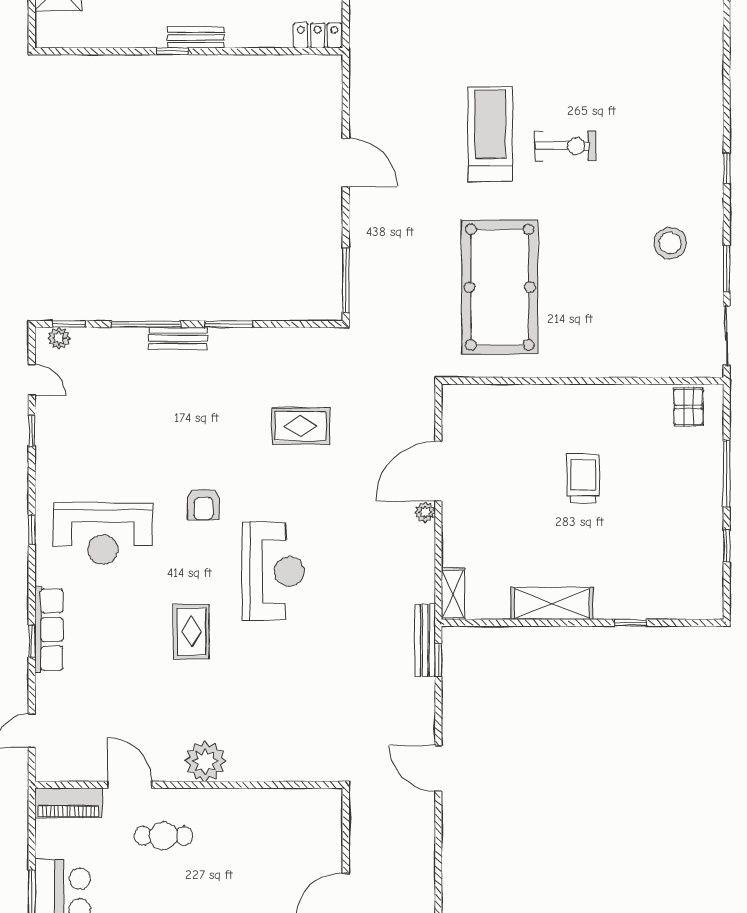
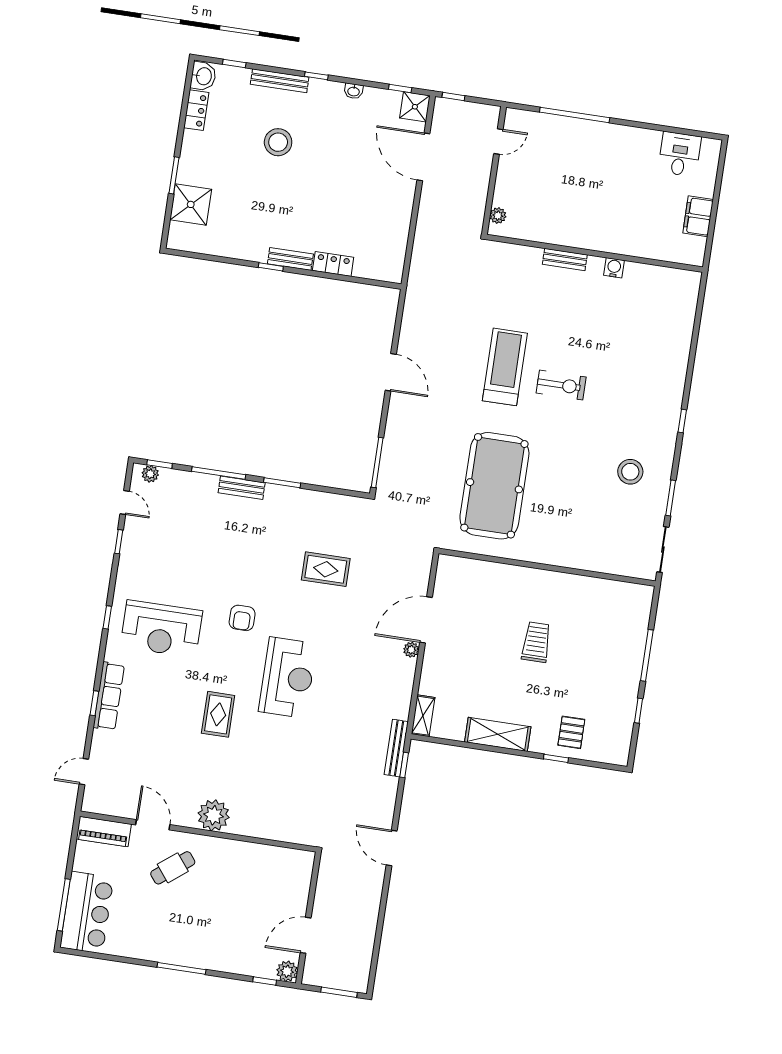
locker: (318, 36) -> (333, 264), moved
pallet: (688, 407) -> (571, 732), moved
cafe table: (163, 836) -> (173, 868), turned -38

